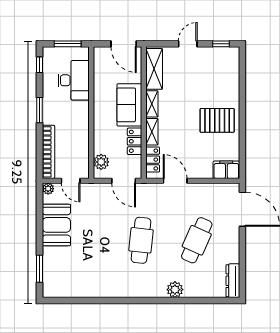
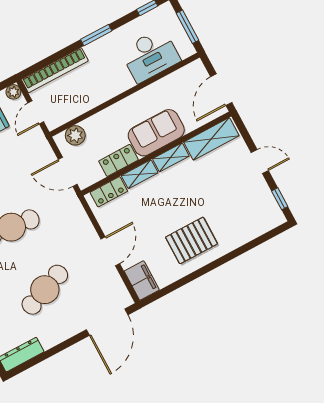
pallet: (217, 120) -> (192, 240), turned 90
door: (124, 181) -> (68, 172), hinge flipped
door: (175, 181) -> (110, 251), moved
cafe table: (197, 240) -> (45, 290), turned -45

